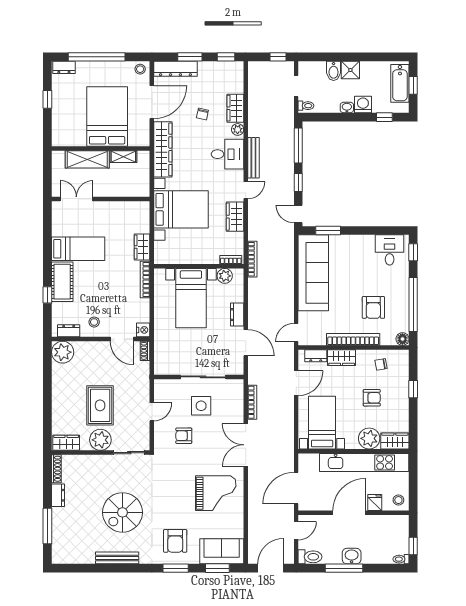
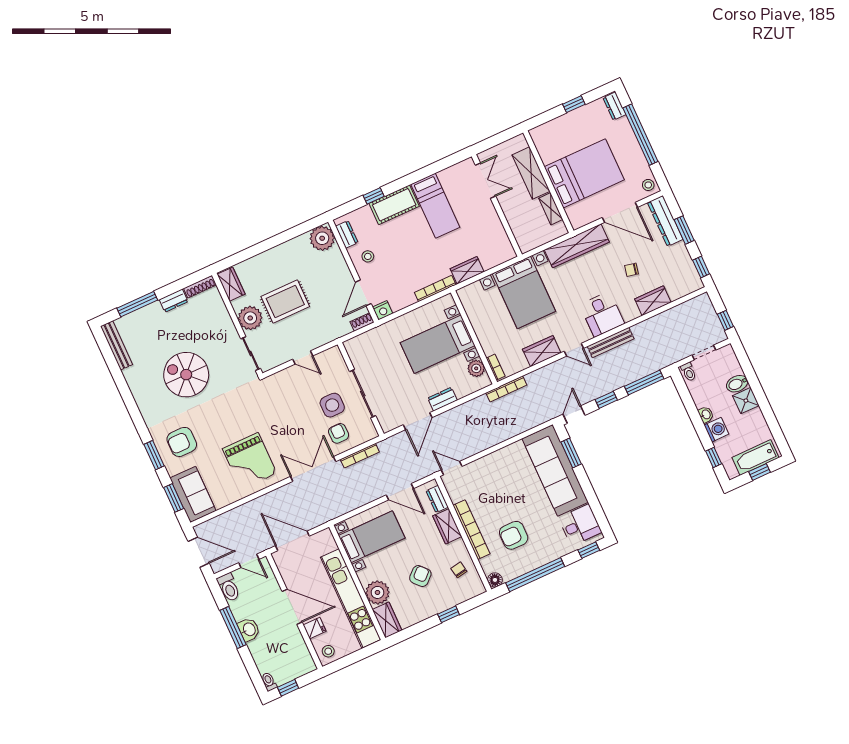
plant: (238, 129) -> (632, 313), removed
sofa: (313, 273) -> (555, 470), moved, turned 90
armchair: (372, 398) -> (420, 576), turned -133
armchair: (184, 436) -> (339, 433), moved
bench: (117, 558) -> (116, 345), moved

